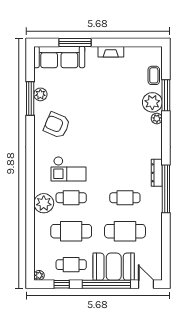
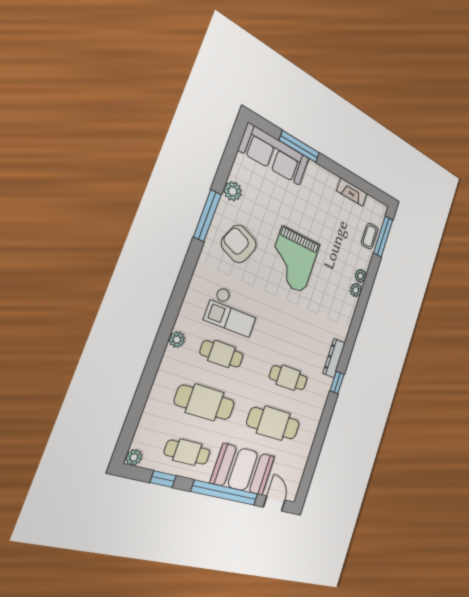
fireplace: (111, 52) -> (352, 192), moved
window: (166, 95) -> (383, 236), moved
window: (30, 99) -> (207, 216), moved
plant: (152, 102) -> (360, 276), width x0.53, depth x0.53
grand piano: (99, 119) -> (293, 260), added
window: (166, 189) -> (337, 382), width x0.32
plant: (44, 203) -> (177, 340), width x0.53, depth x0.53

